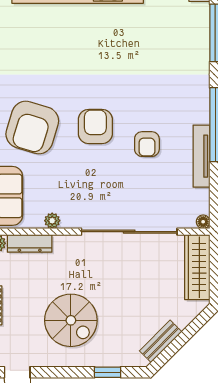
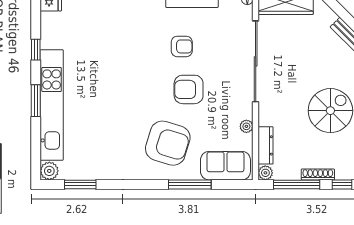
armchair: (95, 127) -> (189, 89), moved

